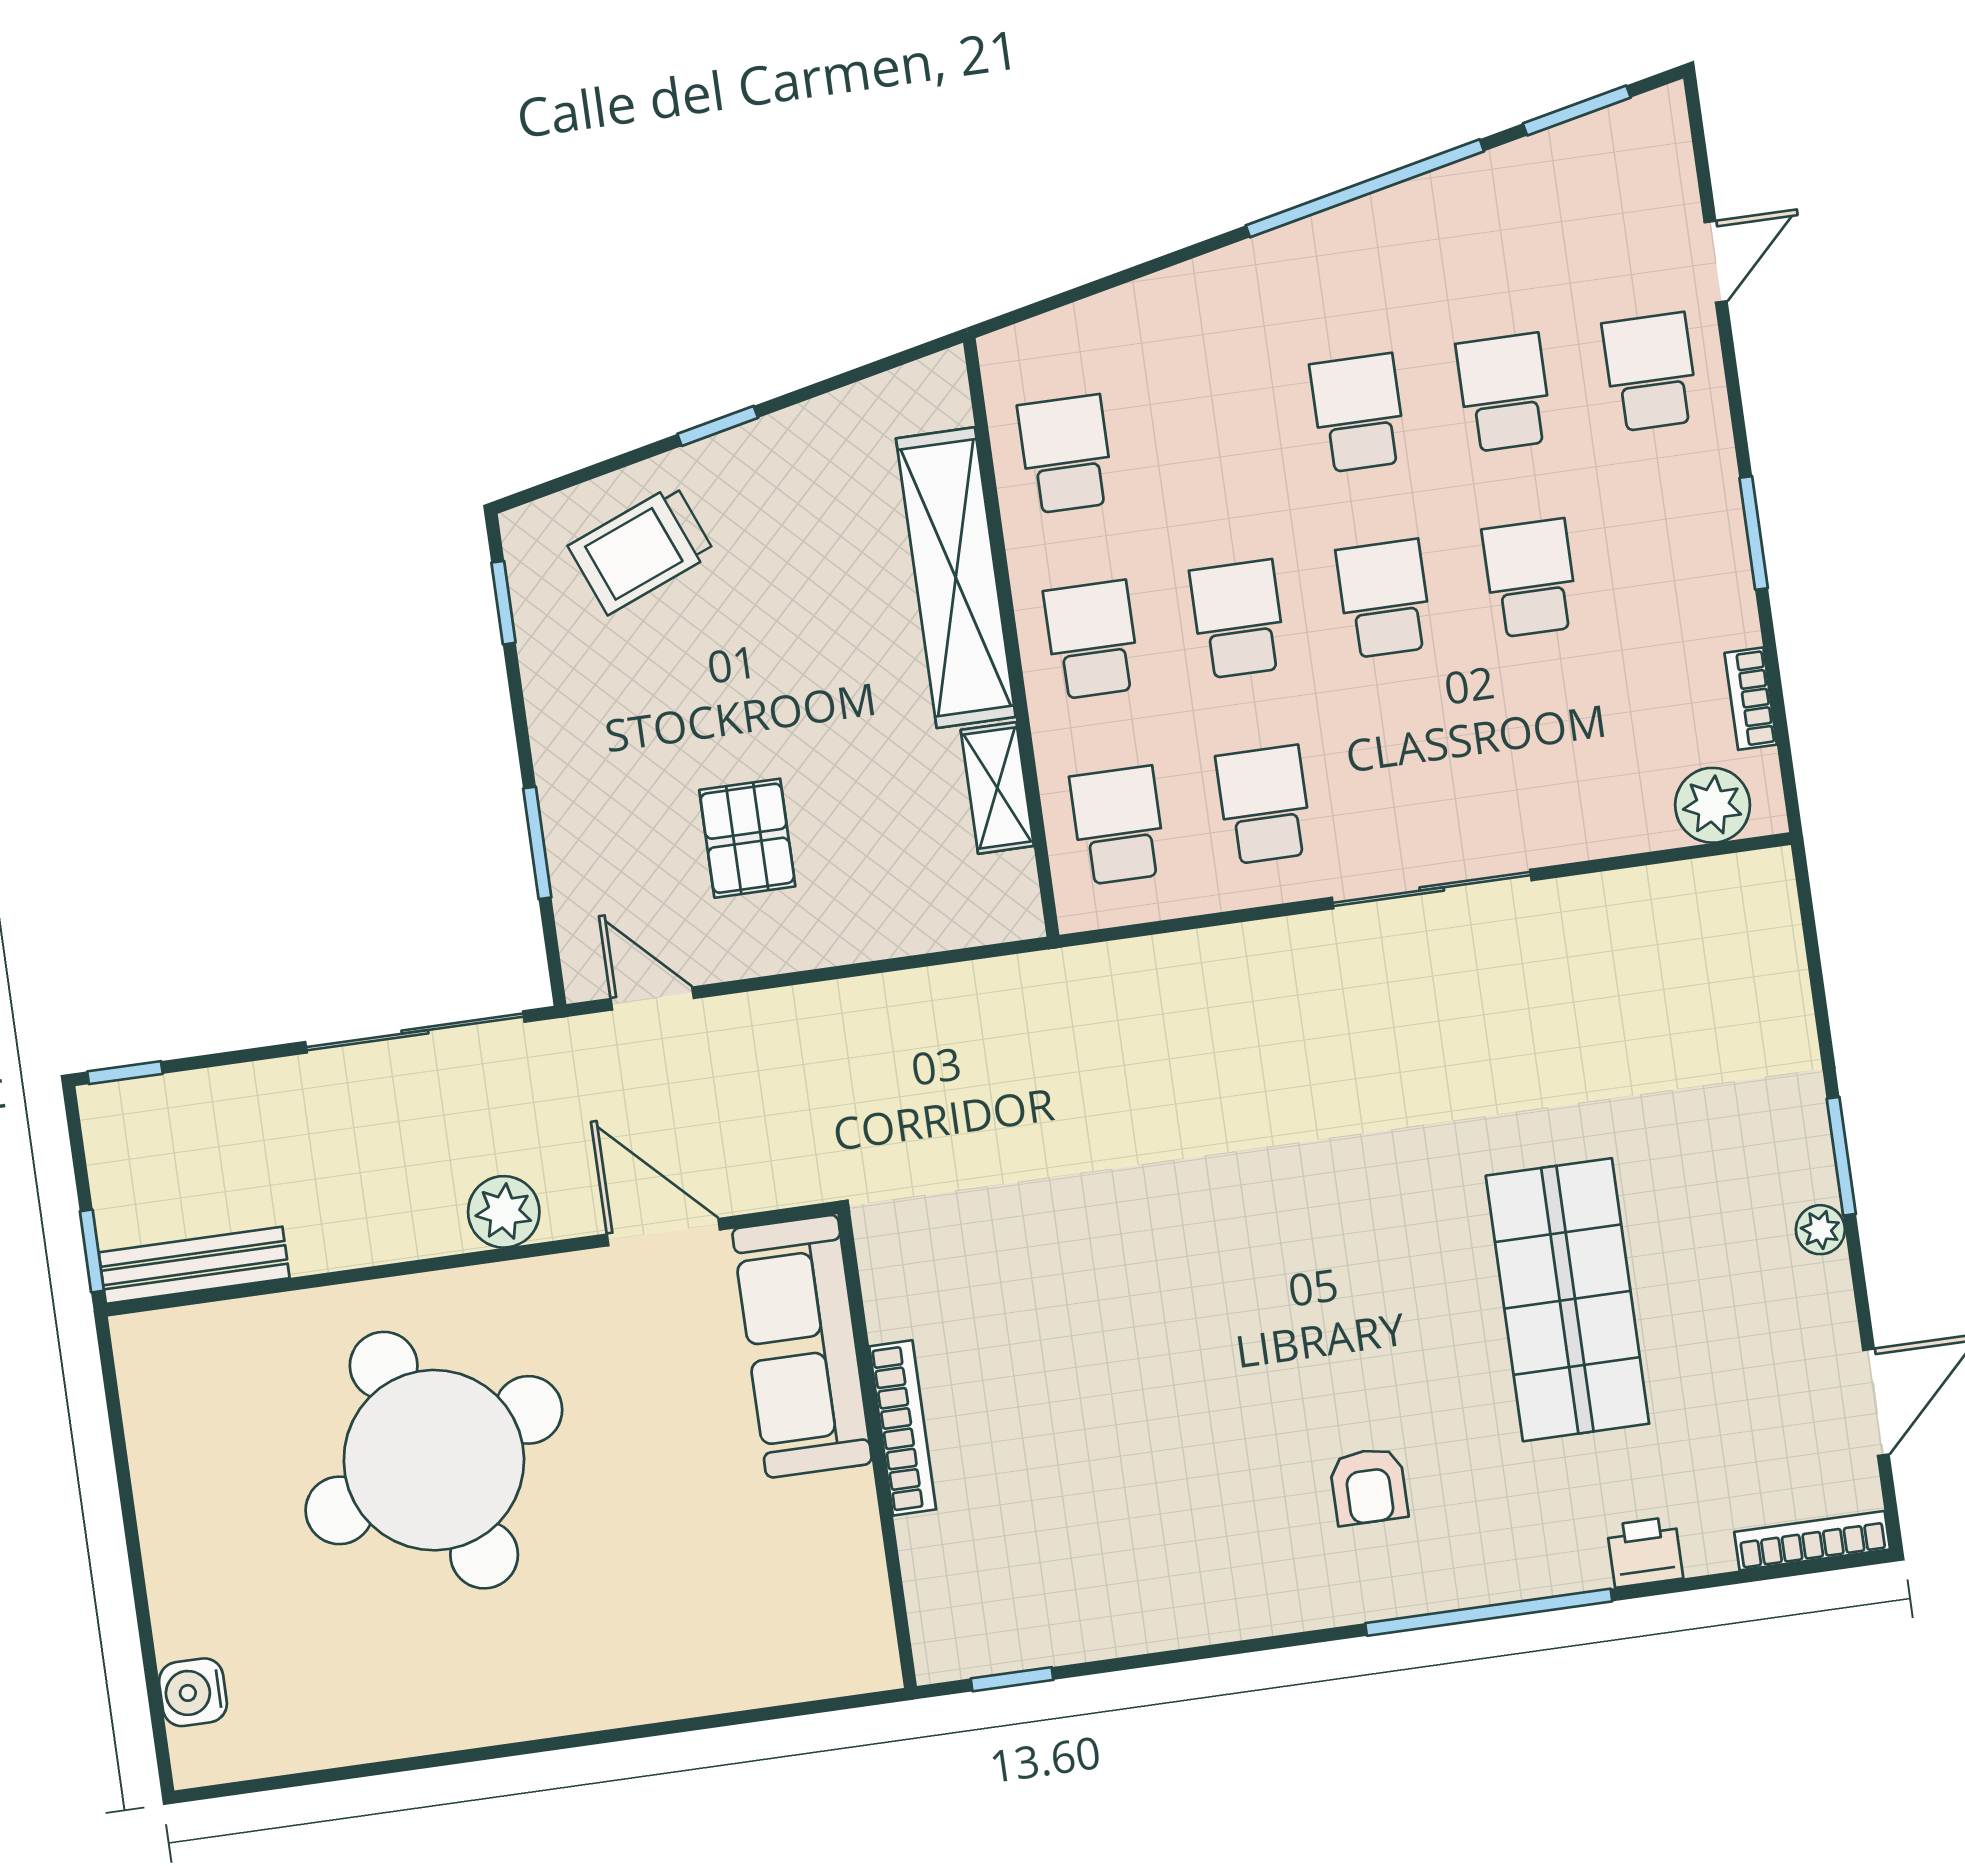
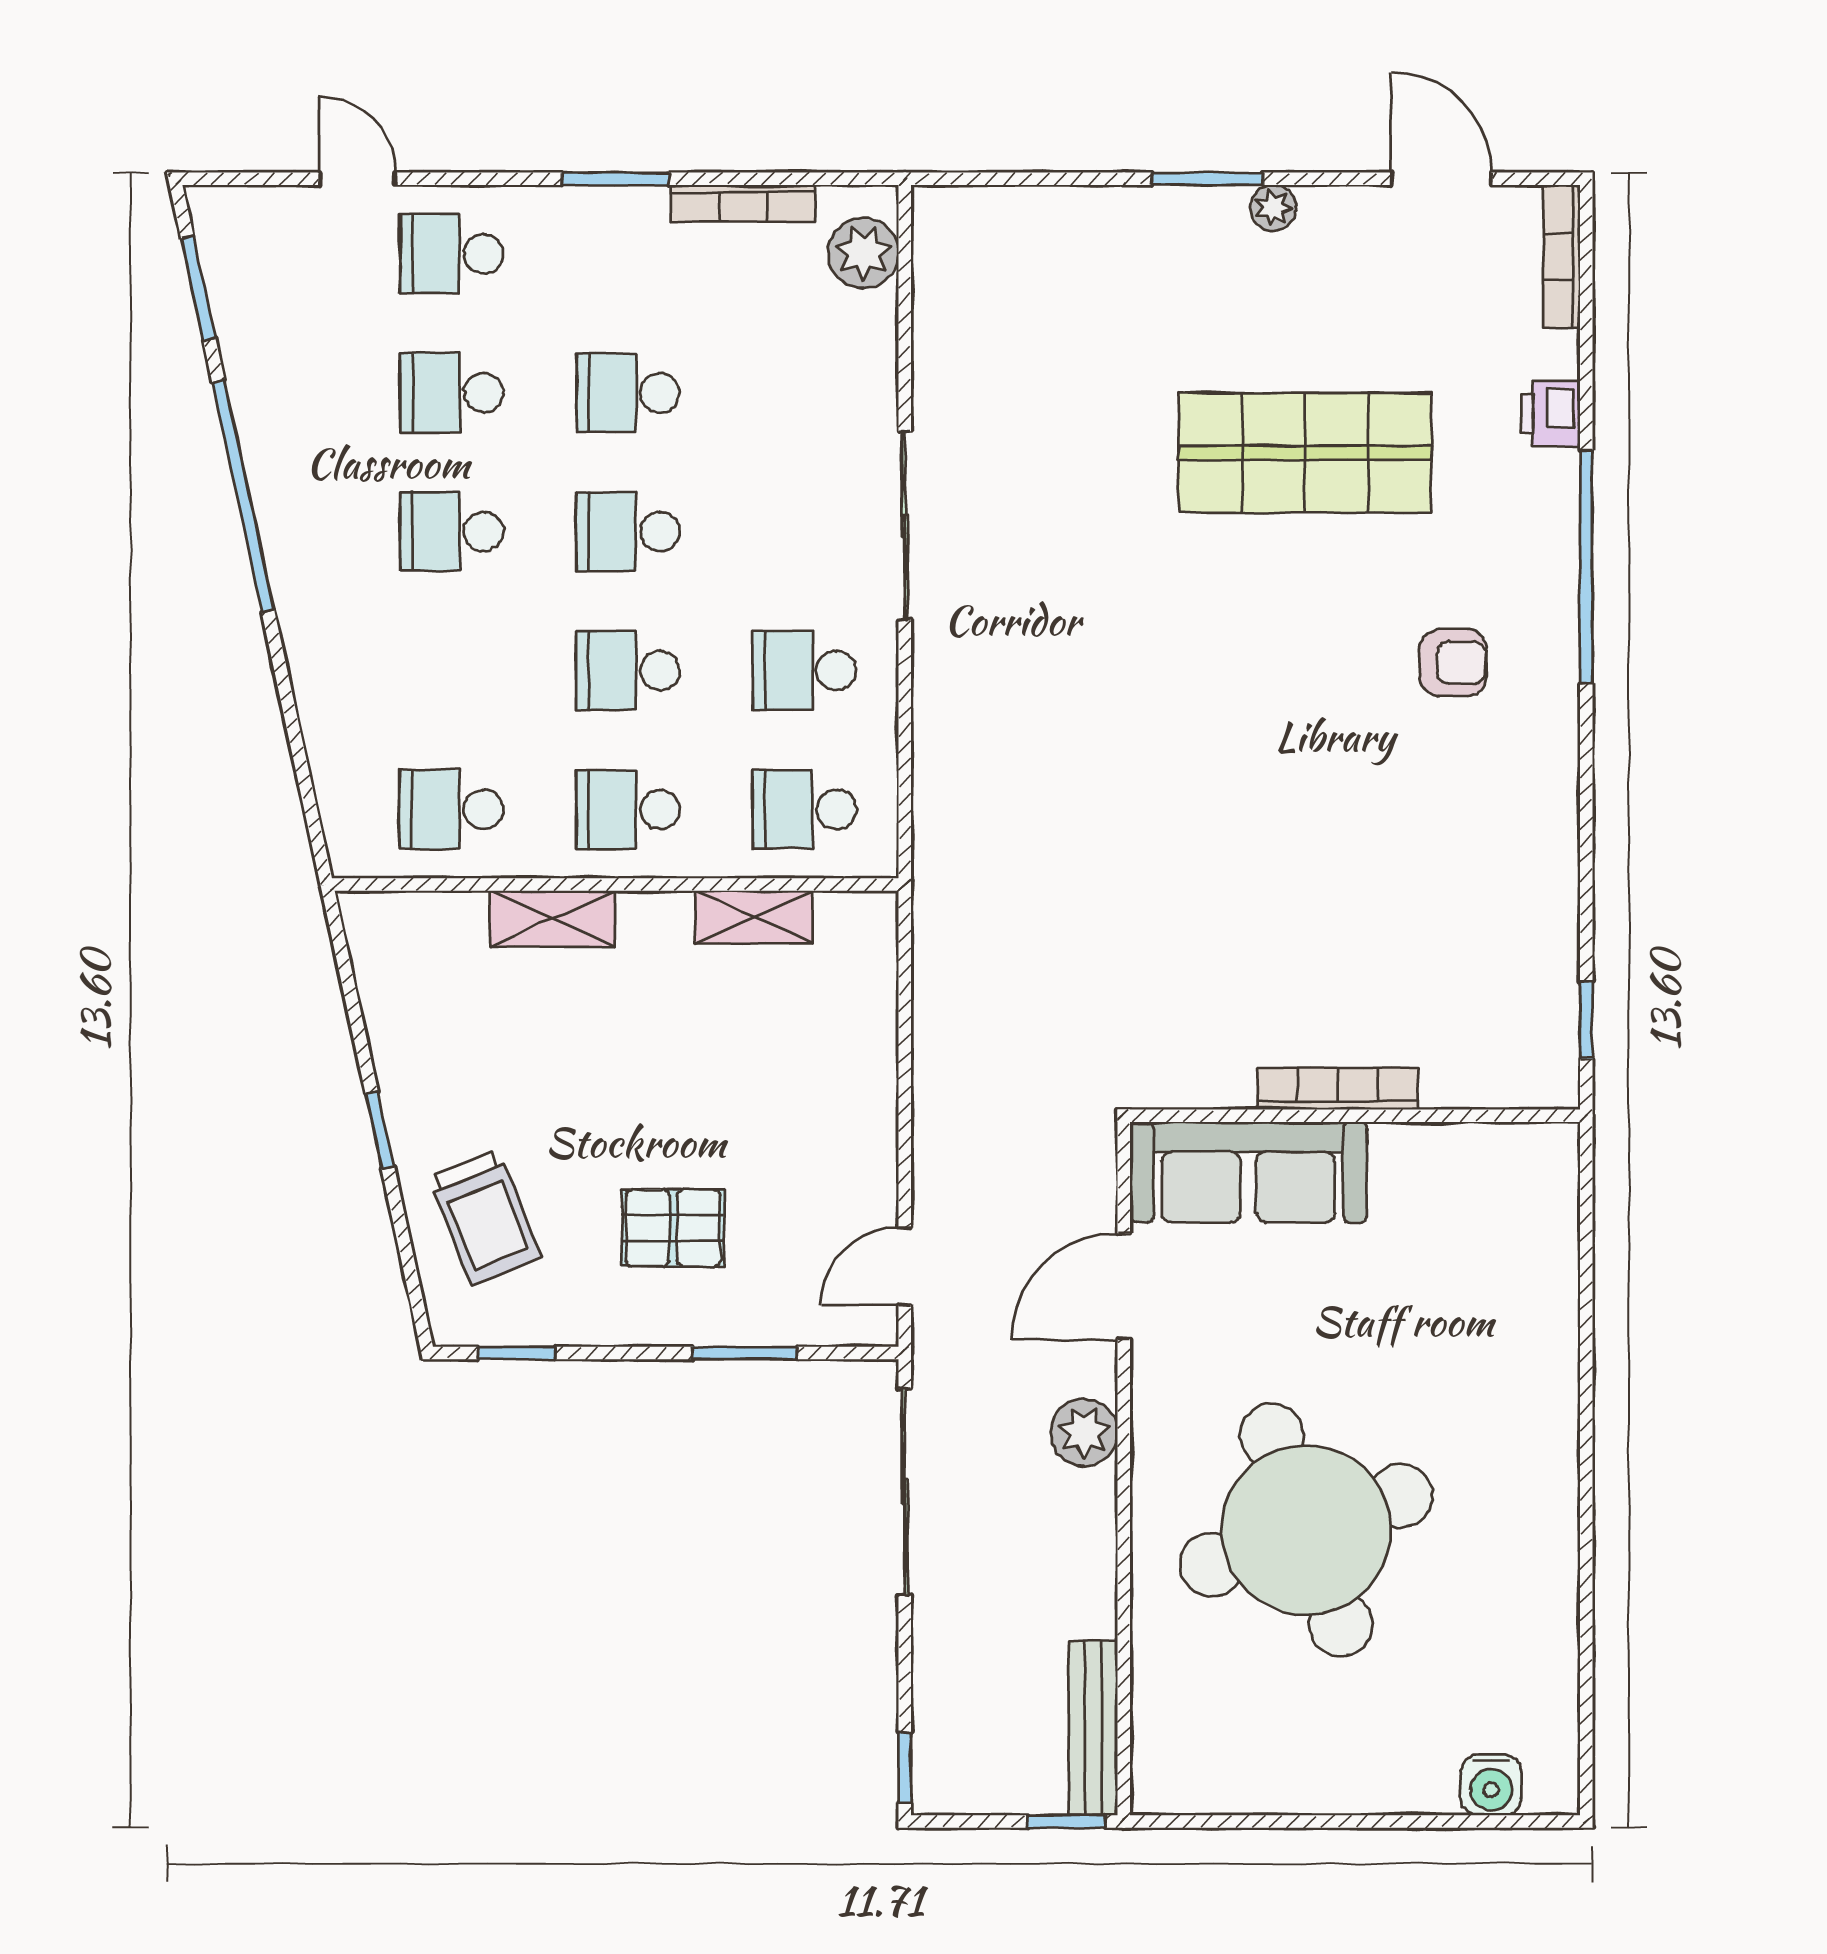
shelving: (956, 578) -> (552, 919), width x0.45, depth x0.75
bookcase: (1751, 699) -> (743, 203), width x1.56
pallet: (747, 838) -> (673, 1228), moved

